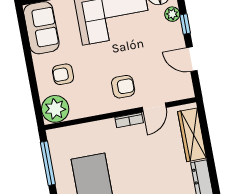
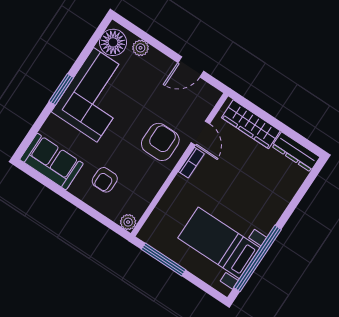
window: (185, 24) -> (158, 45), removed
armchair: (123, 87) -> (160, 142), width x1.38, depth x1.38
plant: (55, 109) -> (128, 222), width x0.53, depth x0.53

